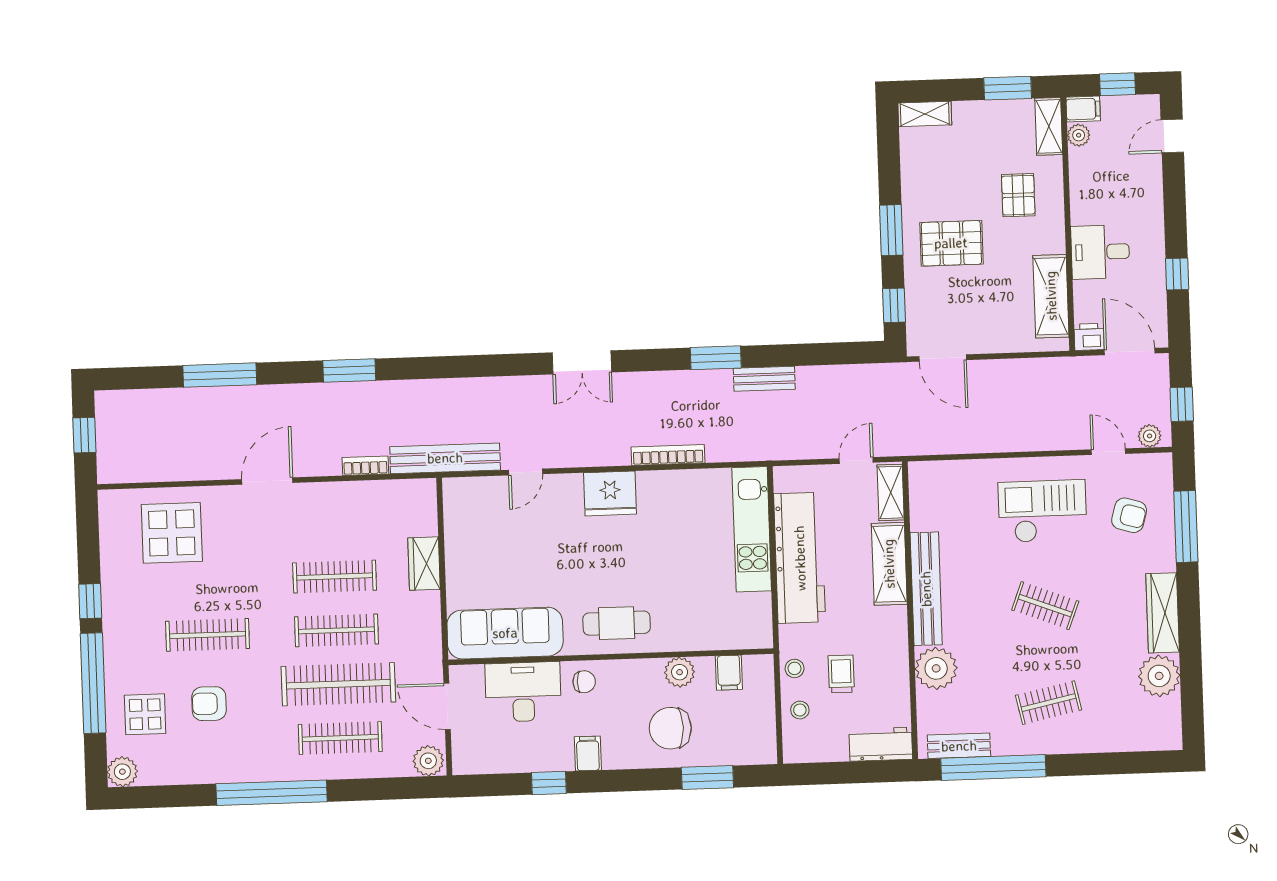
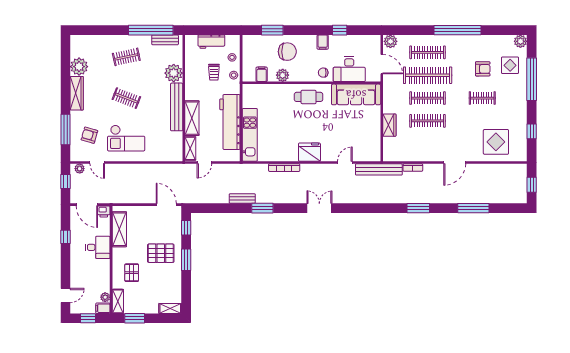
window: (90, 601) -> (532, 131), moved
clothes rail: (208, 635) -> (482, 98), width x0.73
workbench: (881, 744) -> (211, 42), moved

